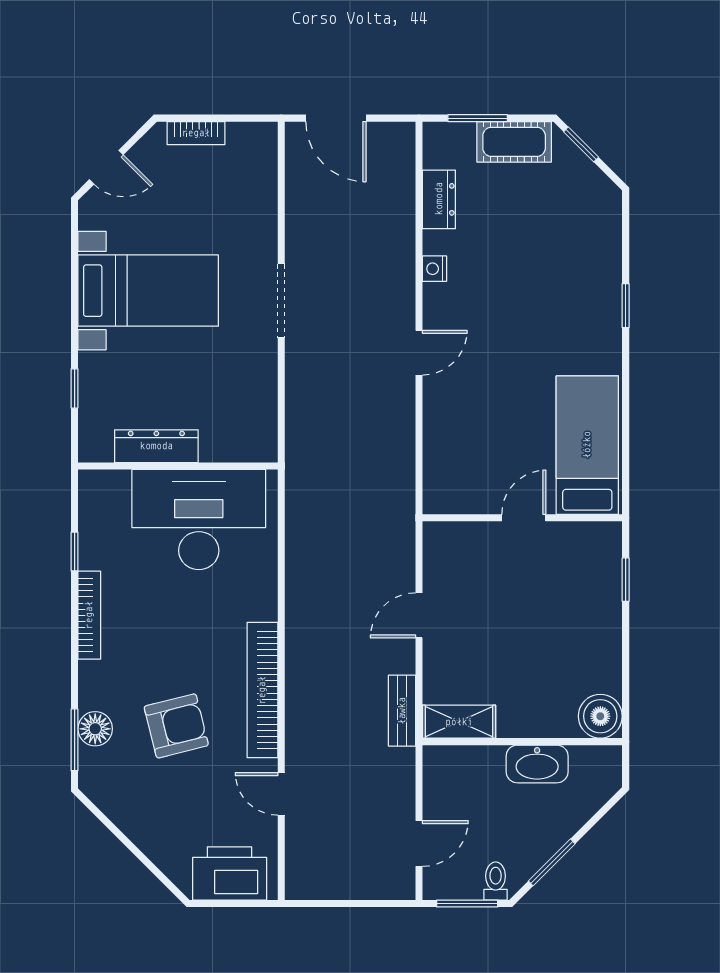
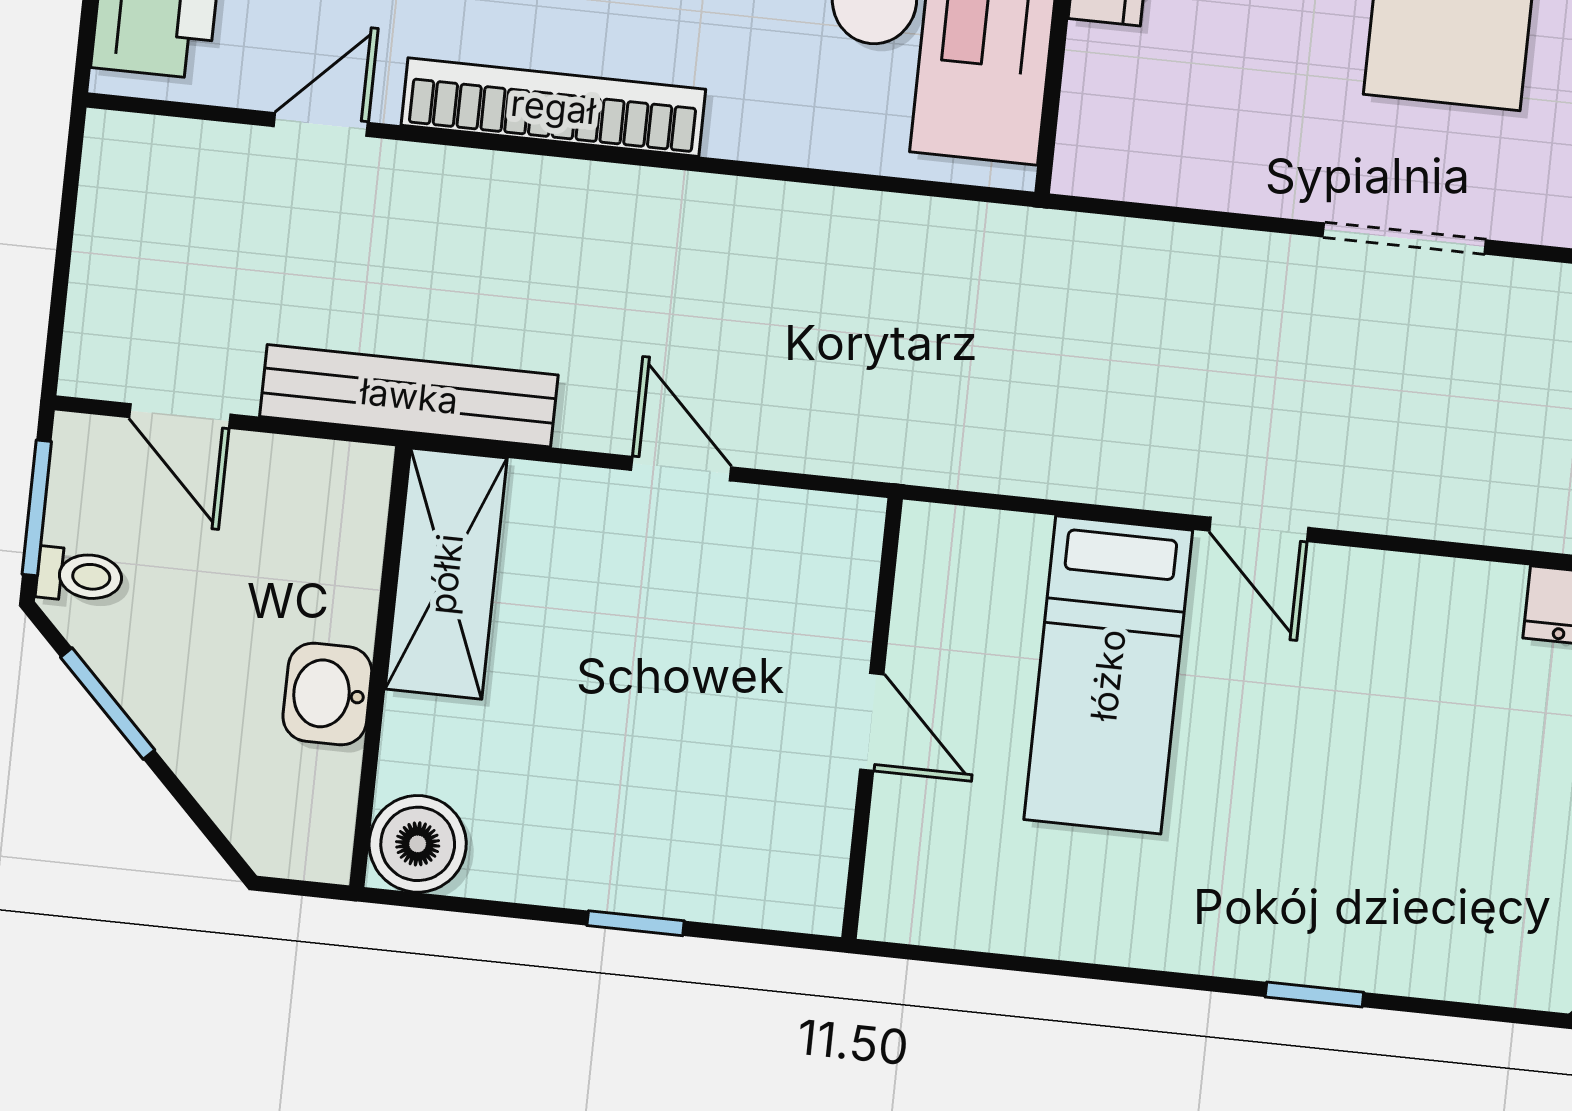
nightstand: (434, 269) -> (1440, 583), removed
bed: (587, 445) -> (1108, 675), moved, turned 90
window: (626, 580) -> (636, 923), moved
bench: (402, 711) -> (409, 396), width x1.86, depth x1.21
shelving: (459, 722) -> (446, 574), width x1.50, depth x1.33
washbasin: (537, 764) -> (327, 694), width x0.72

